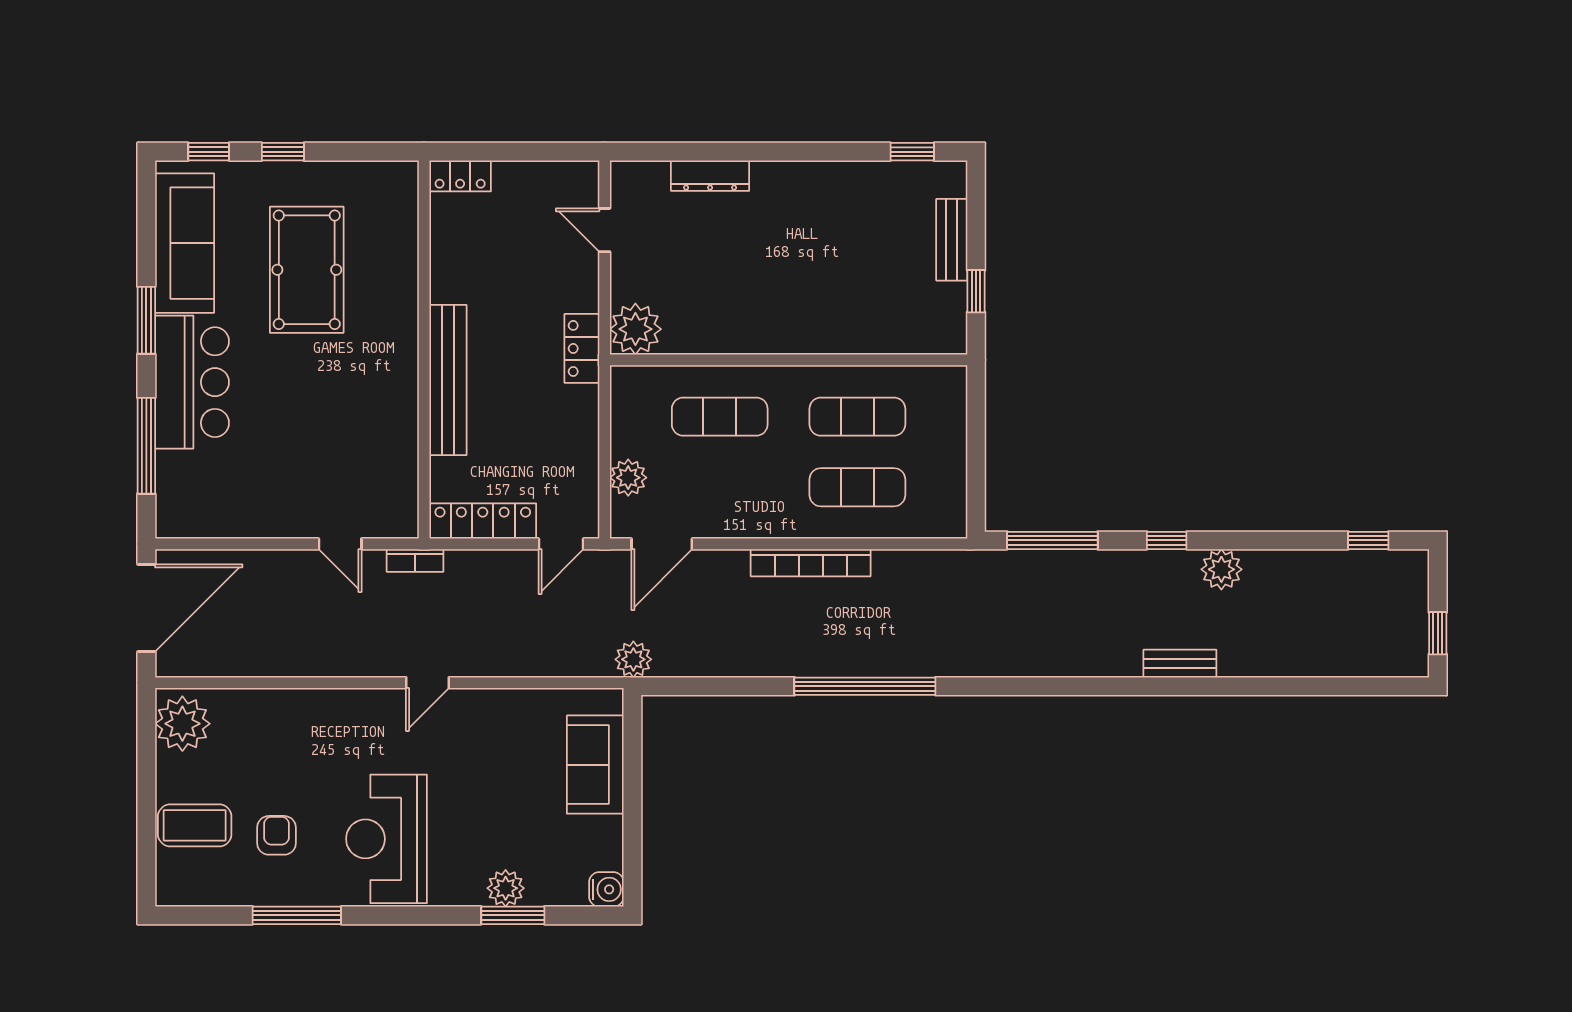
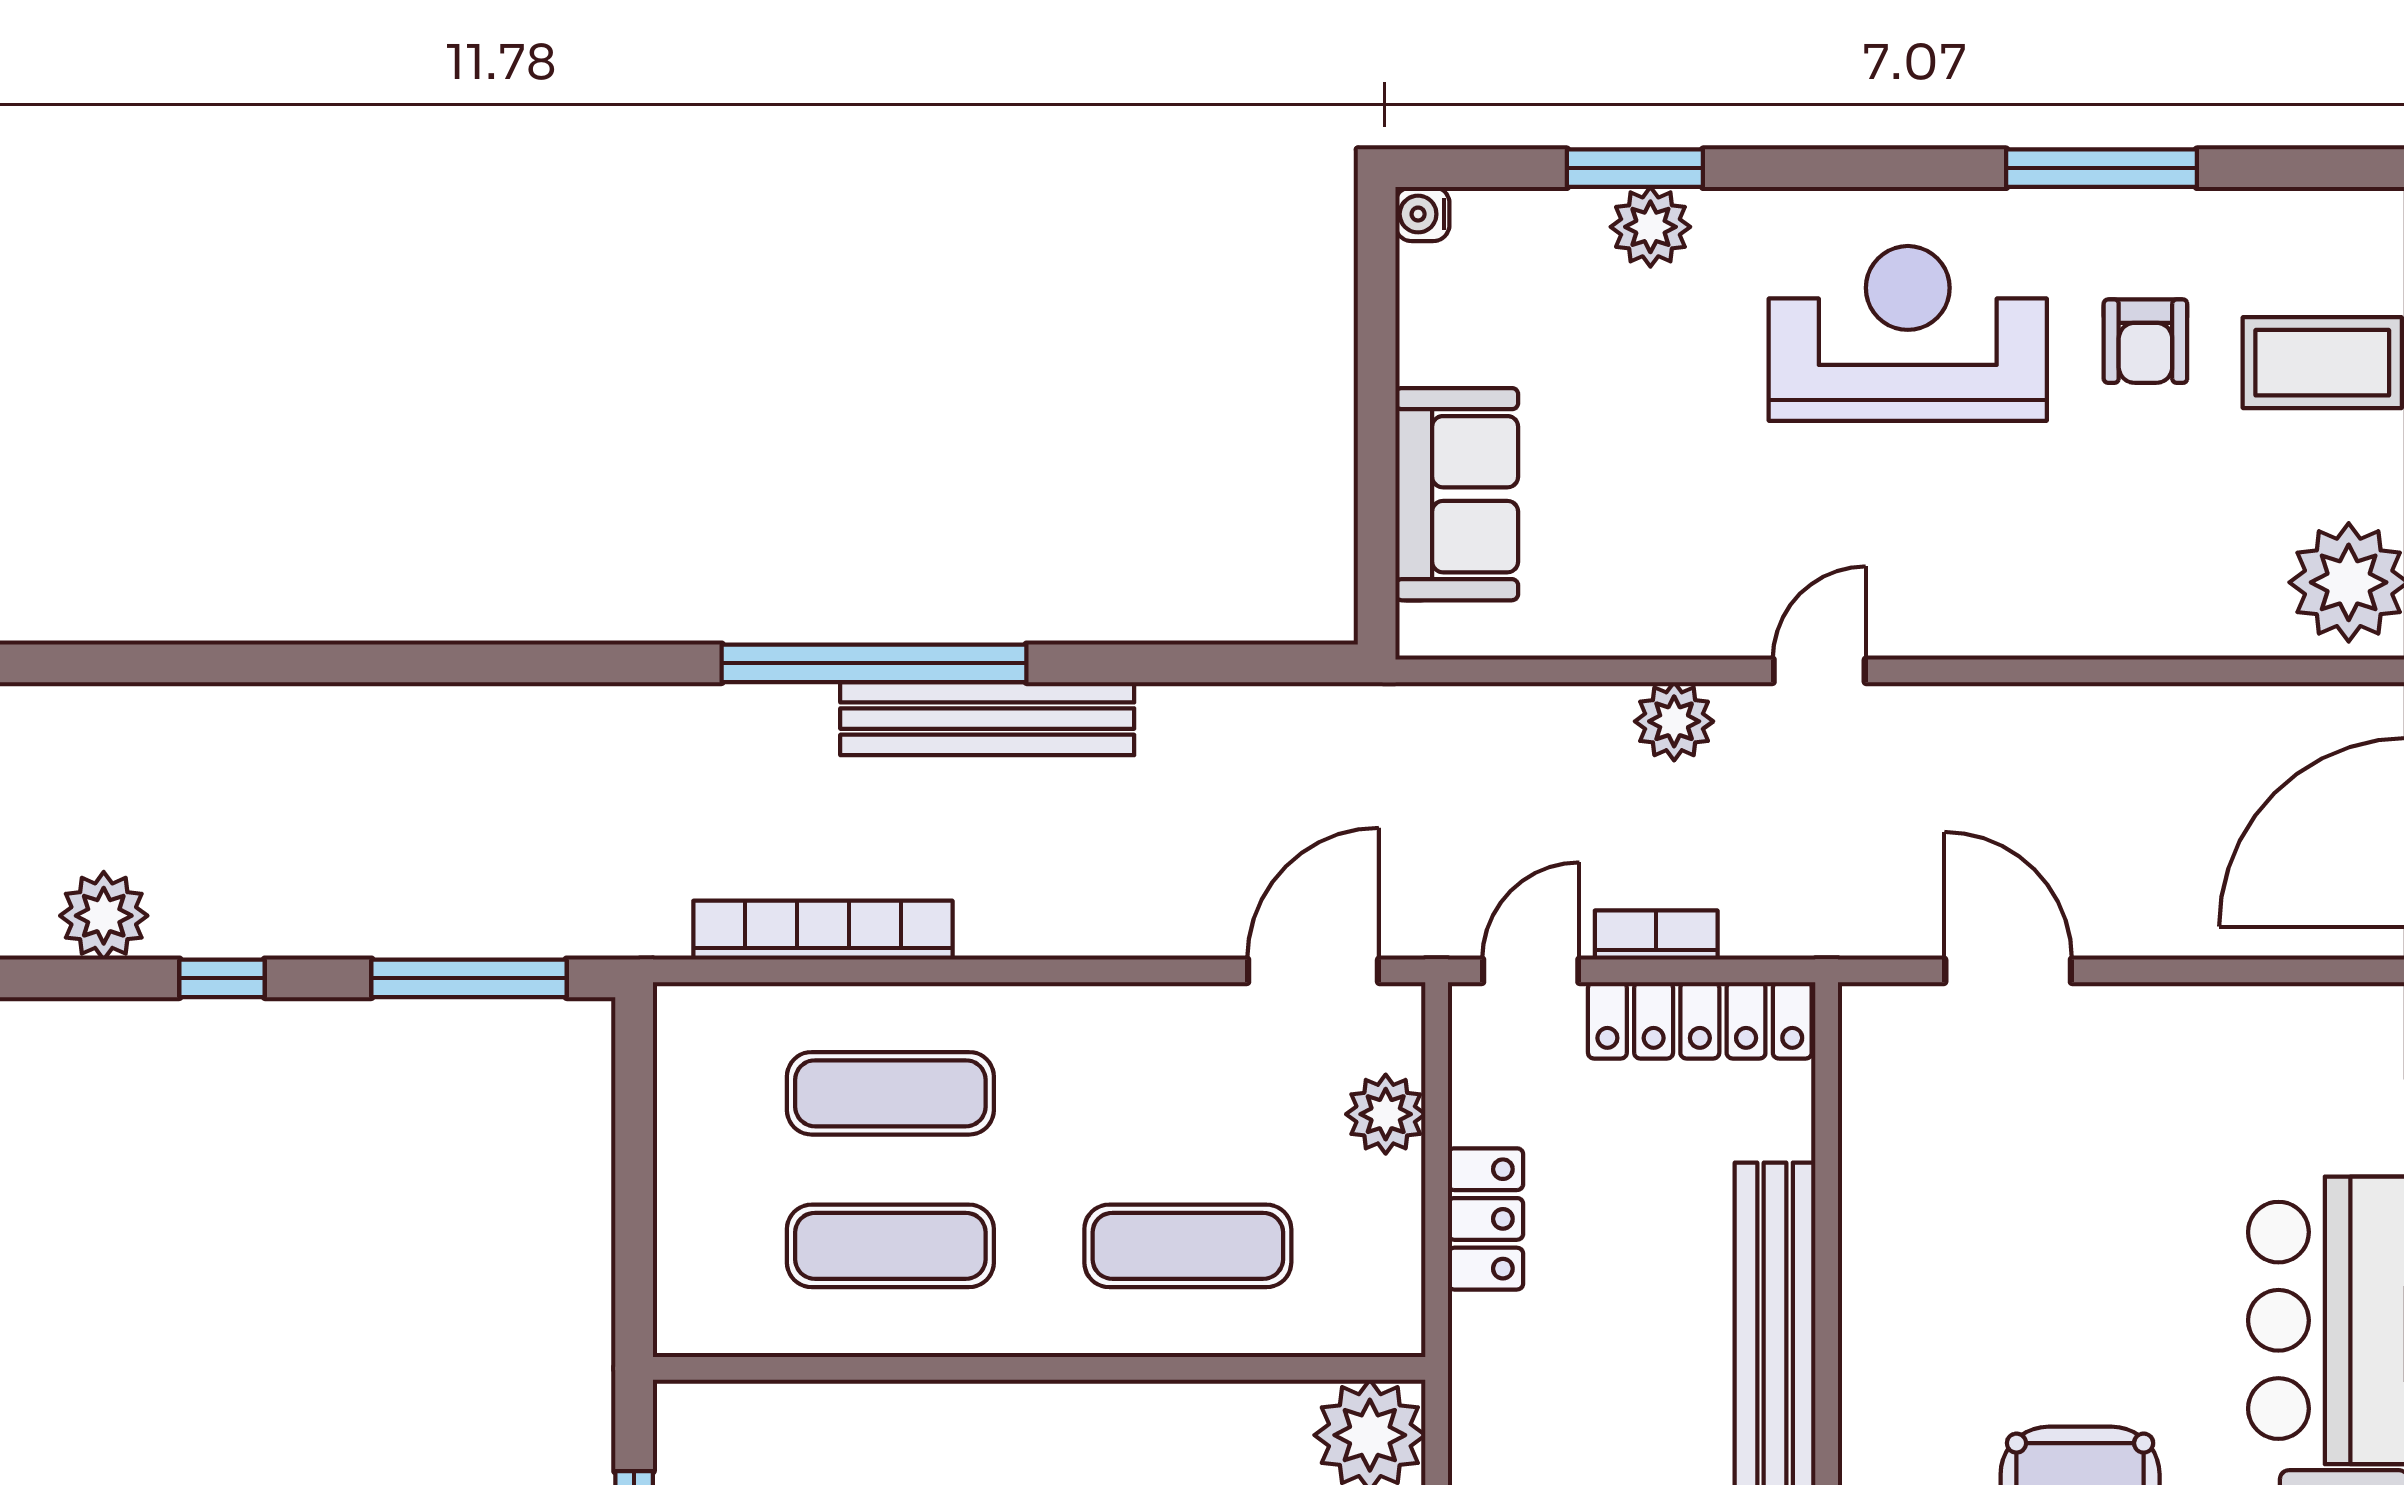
locker: (582, 348) -> (1486, 1219), moved
door: (340, 544) -> (2008, 971), width x1.38
bookcase: (415, 560) -> (1656, 935), moved
bookcase: (811, 563) -> (823, 930), moved
plant: (633, 659) -> (1674, 721), moved
bench: (1180, 664) -> (987, 719), moved, width x1.86, depth x1.21
reception desk: (387, 839) -> (1908, 333), turned -90
water cooler: (606, 889) -> (1422, 214), width x0.72, depth x0.72

